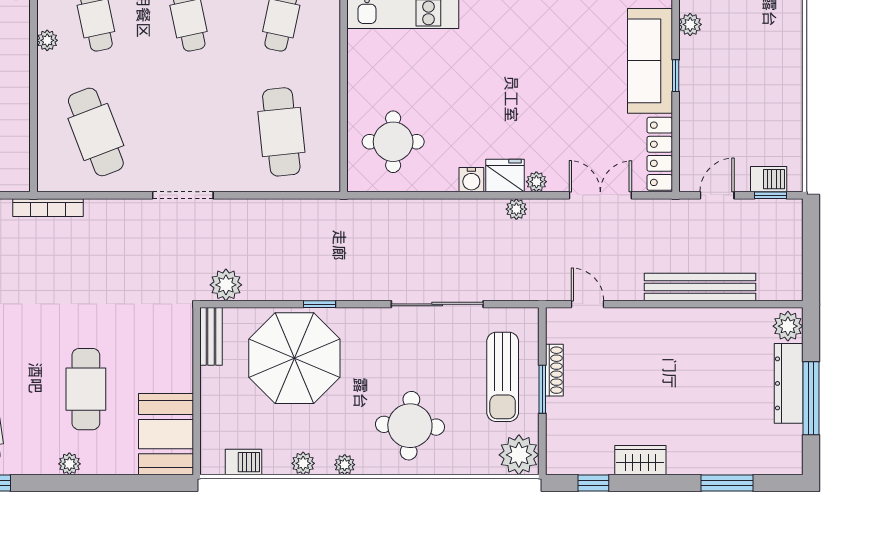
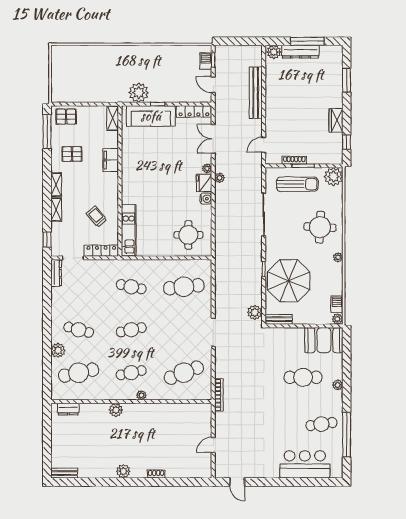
plant: (690, 24) -> (139, 93), width x1.88, depth x1.88
plant: (303, 463) -> (337, 319), moved

